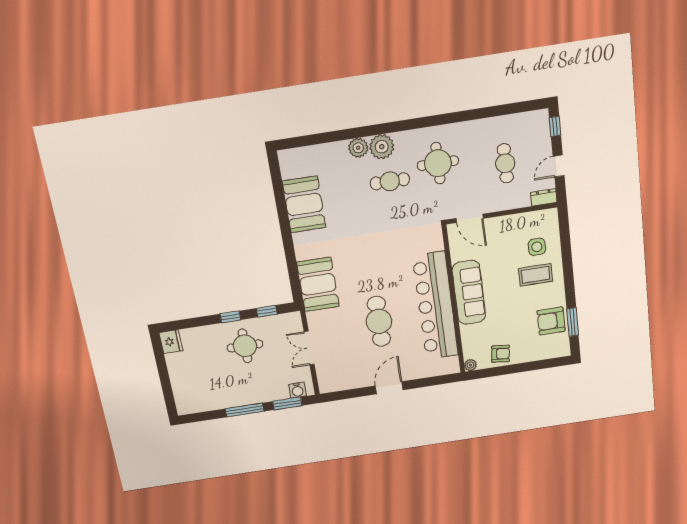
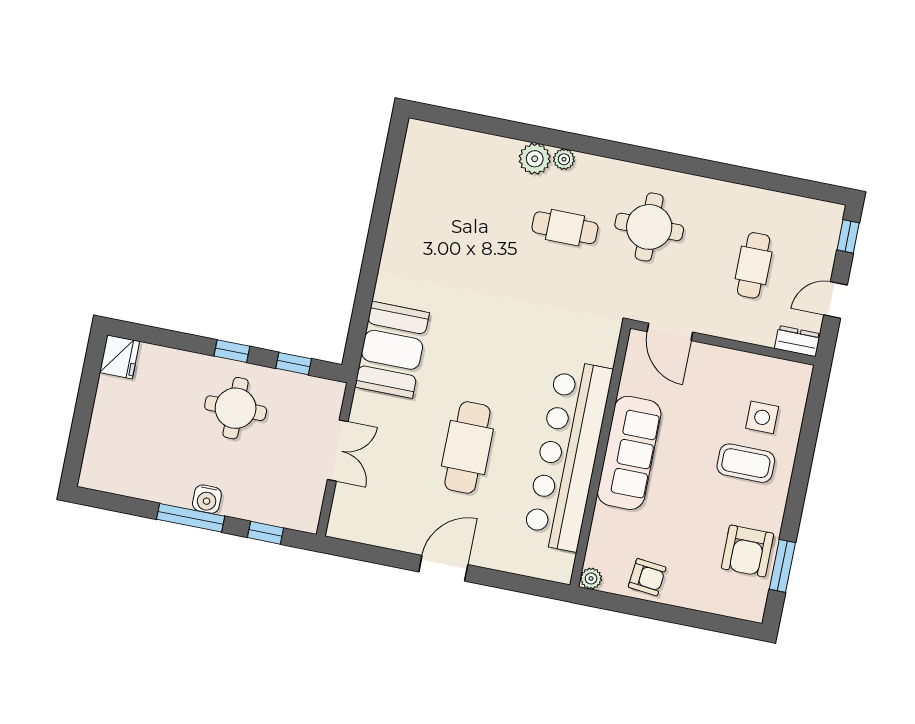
plant: (382, 147) -> (564, 159), width x0.53, depth x0.53
booth: (304, 204) -> (419, 215), removed
armchair: (551, 321) -> (748, 551), turned -90
double door: (309, 348) -> (338, 450), swing flipped
water cooler: (297, 390) -> (207, 499), moved
window: (287, 403) -> (265, 533), width x0.67

